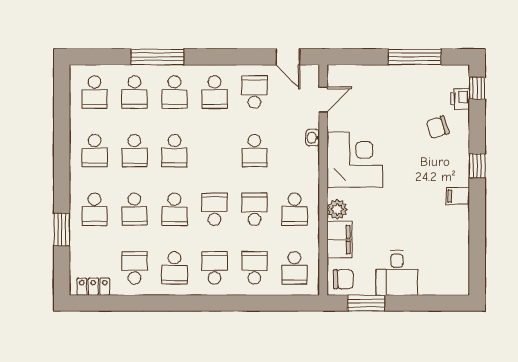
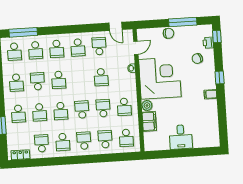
window: (157, 57) -> (23, 32), moved
school desk: (134, 151) -> (38, 81), turned 180
corner desk: (355, 159) -> (160, 78), width x1.36, depth x1.36
chair: (343, 279) -> (168, 33), moved
window: (366, 303) -> (166, 154), removed

